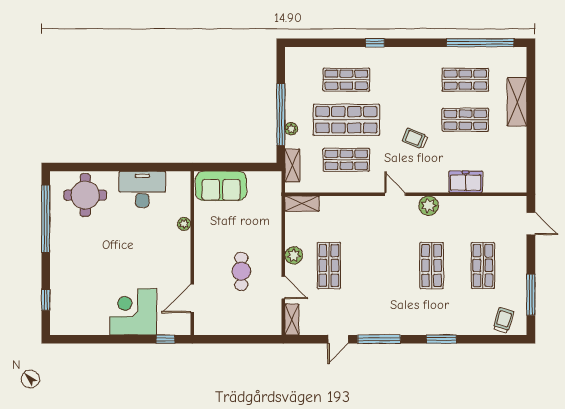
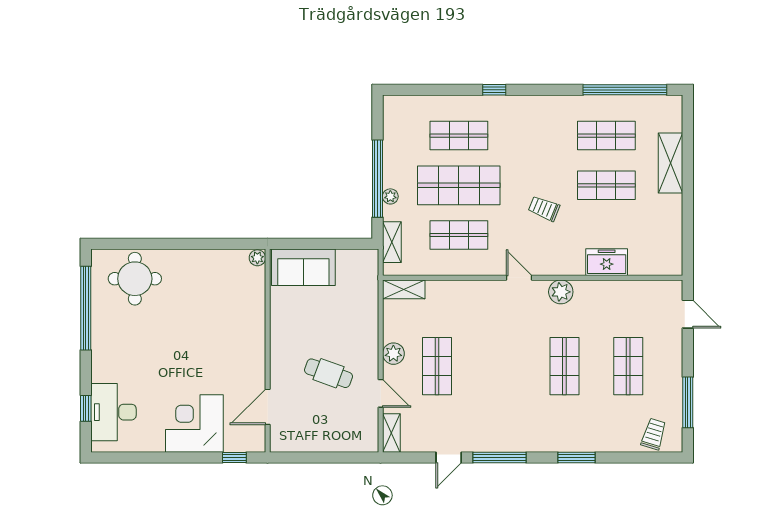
desk: (142, 189) -> (113, 412), moved, turned -90
plant: (184, 224) -> (257, 258), moved
cafe table: (241, 271) -> (329, 373), turned -70

